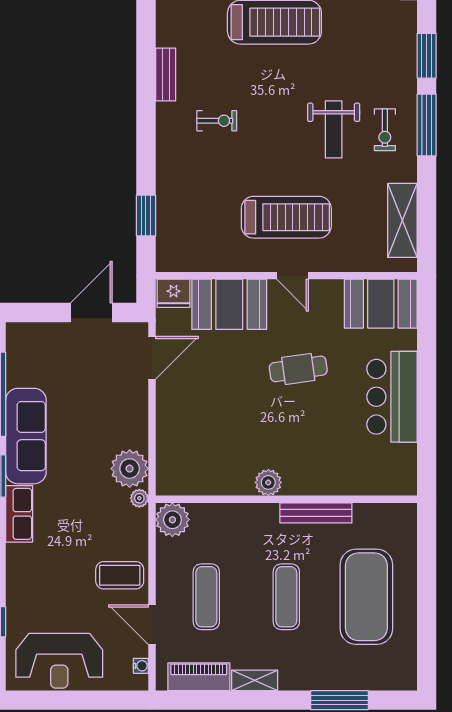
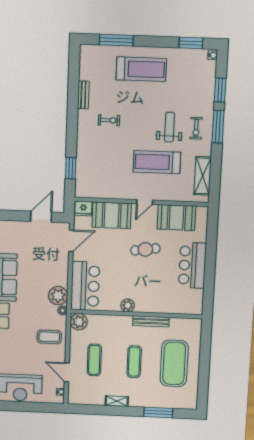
weight bench: (334, 129) -> (169, 127), turned 180
treadmill: (286, 217) -> (157, 162), moved, turned 180
door: (292, 276) -> (145, 202), hinge flipped
booth: (381, 304) -> (176, 218), moved
bar counter: (183, 447) -> (85, 286), added
coffee table: (120, 575) -> (49, 337), moved
piano: (199, 677) -> (89, 398), removed

